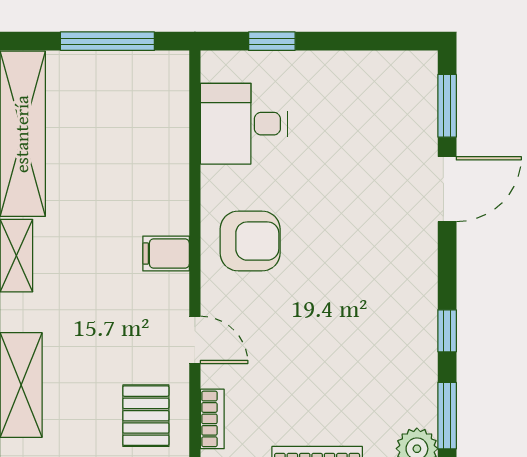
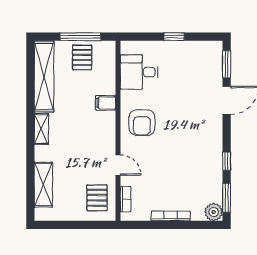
window: (272, 41) -> (174, 37), moved
pallet: (111, 90) -> (82, 57), added
armchair: (250, 241) -> (142, 123), turned 90
filing cabinet: (166, 254) -> (106, 103), moved

